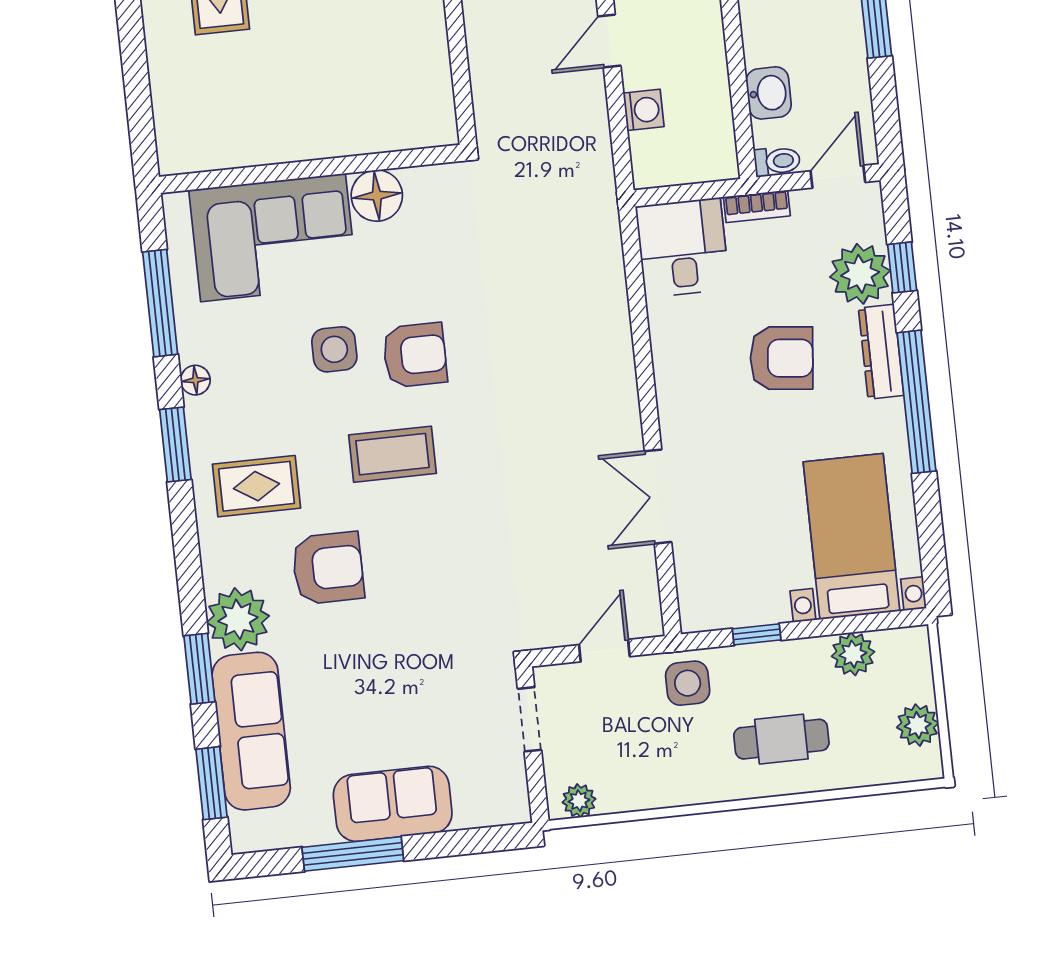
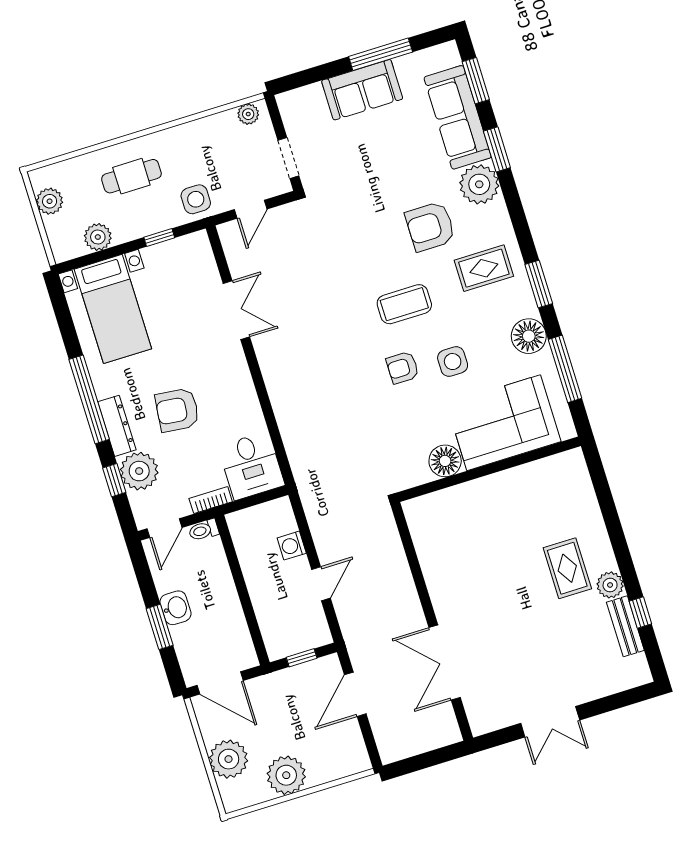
washbasin: (769, 93) -> (175, 608), moved, turned 180
armchair: (415, 355) -> (403, 368), width x0.72, depth x0.72
floor lamp: (195, 380) -> (529, 336), width x1.89, depth x1.89

